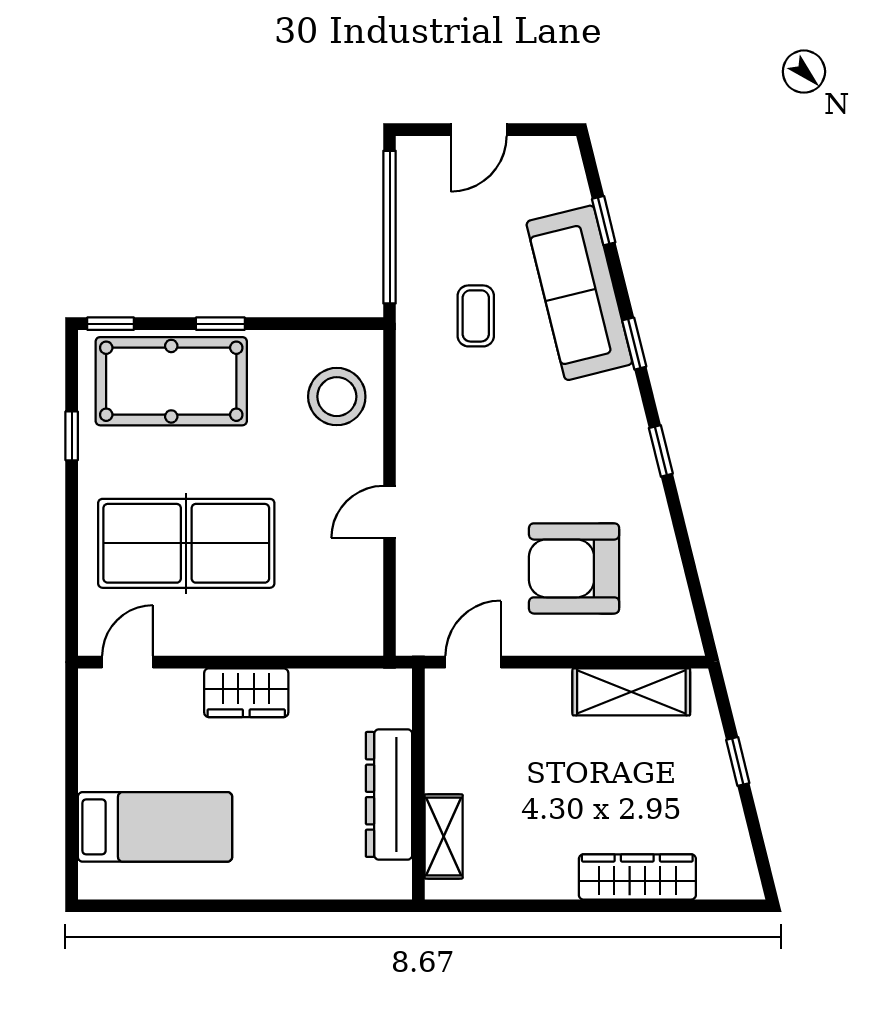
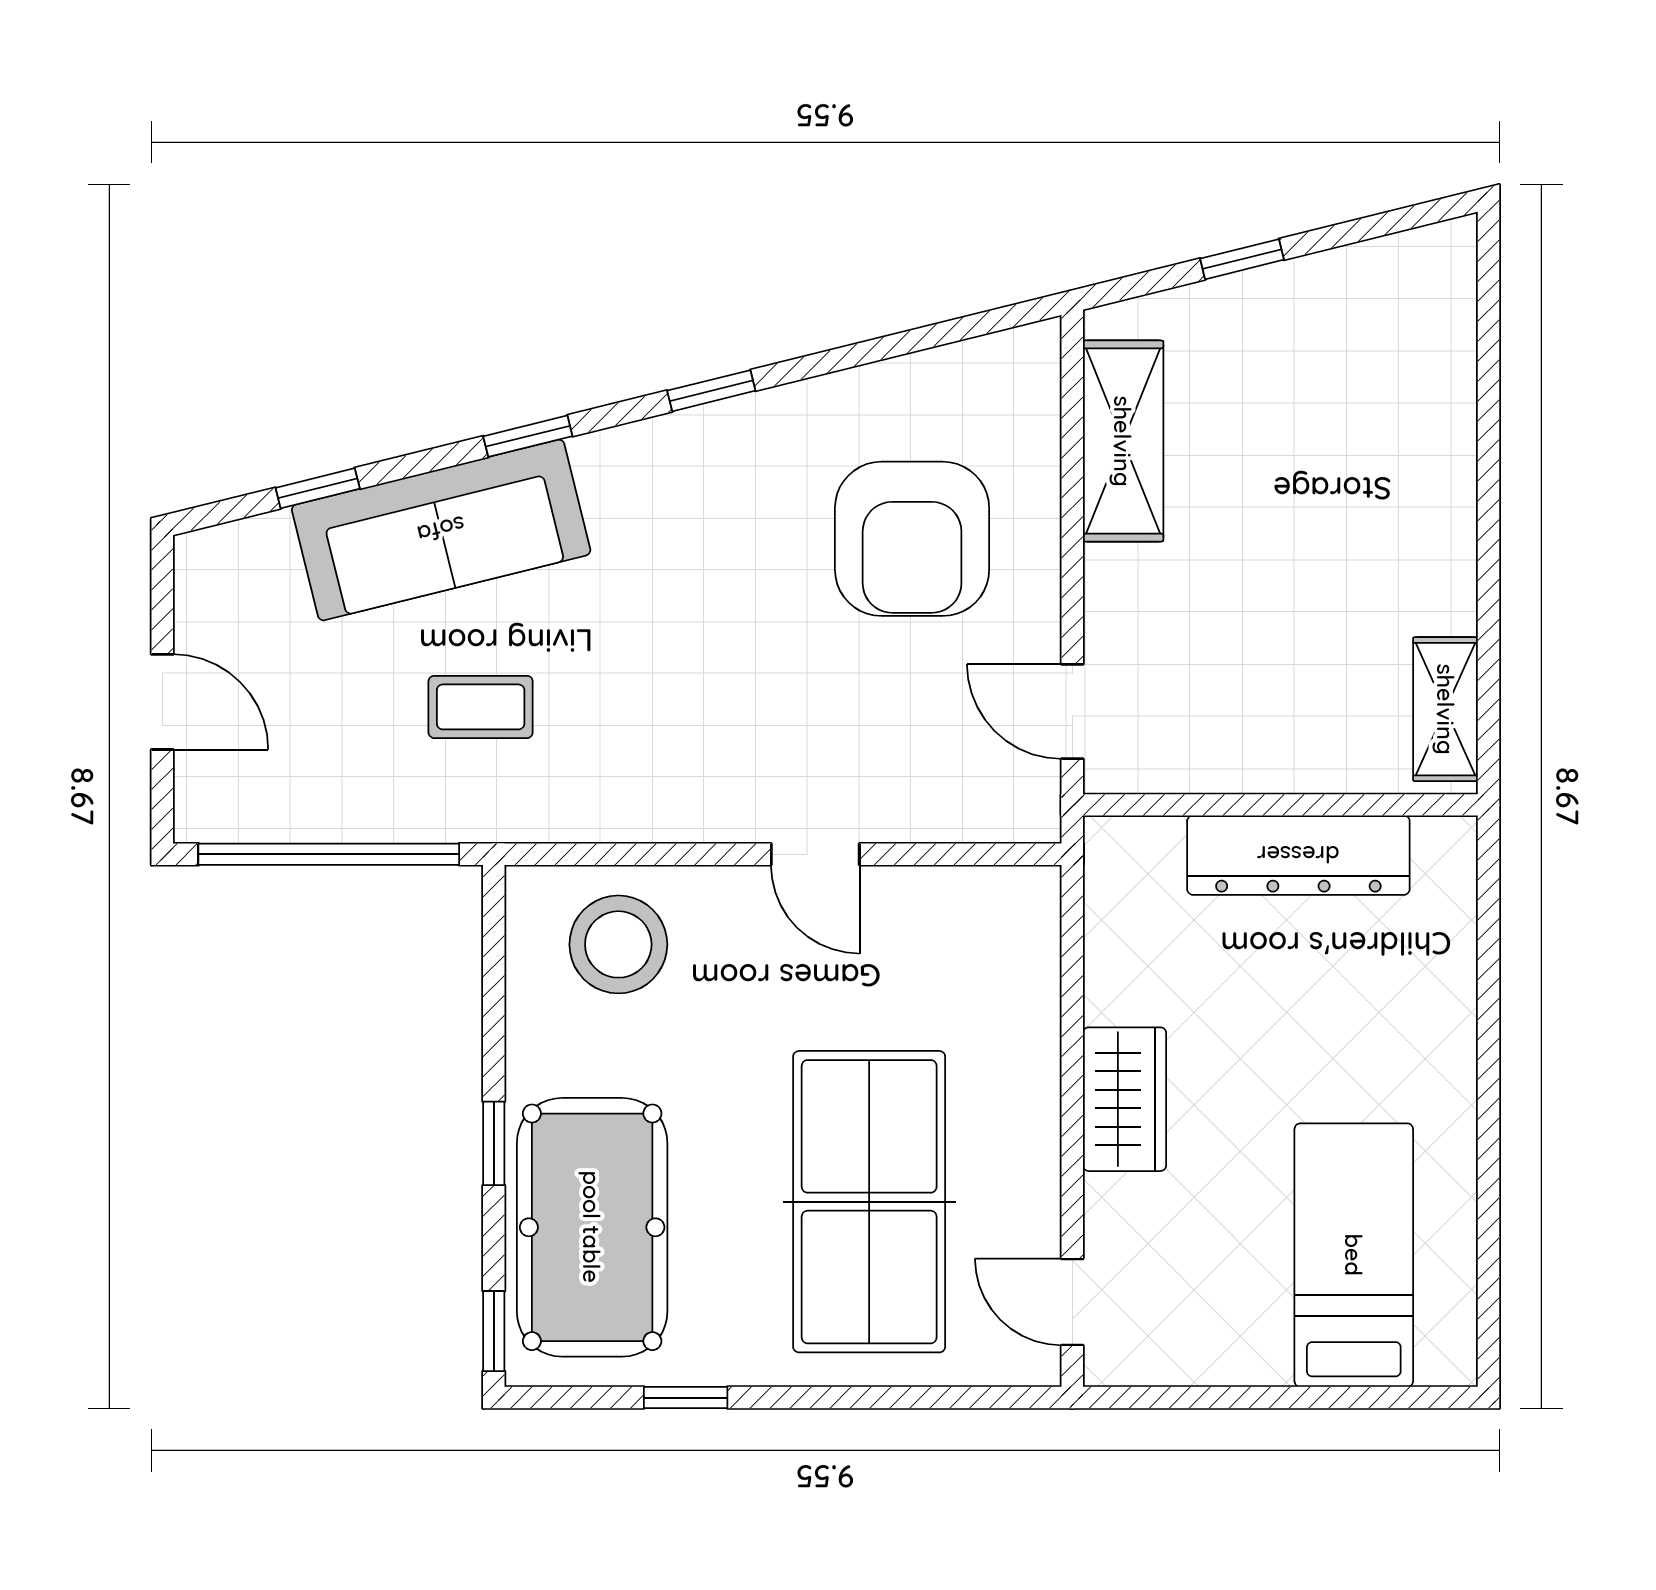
shelving: (444, 836) -> (1446, 709), moved, turned 90
wardrobe: (637, 877) -> (1439, 431), removed

